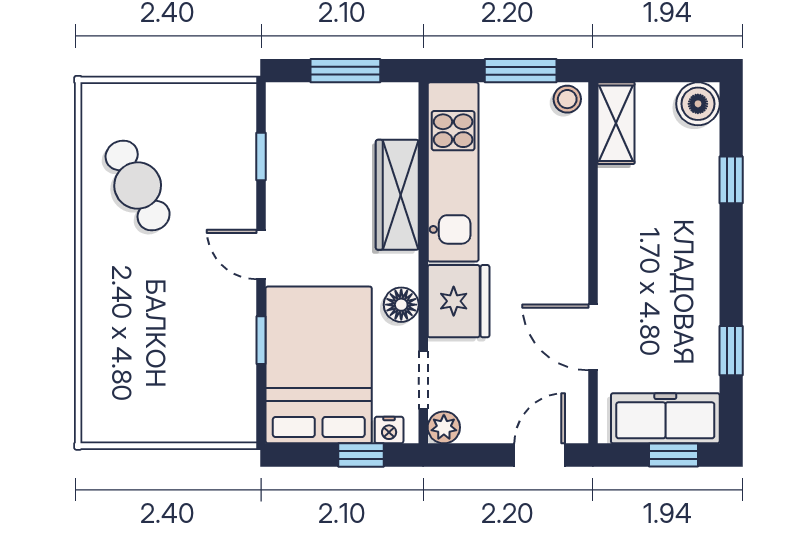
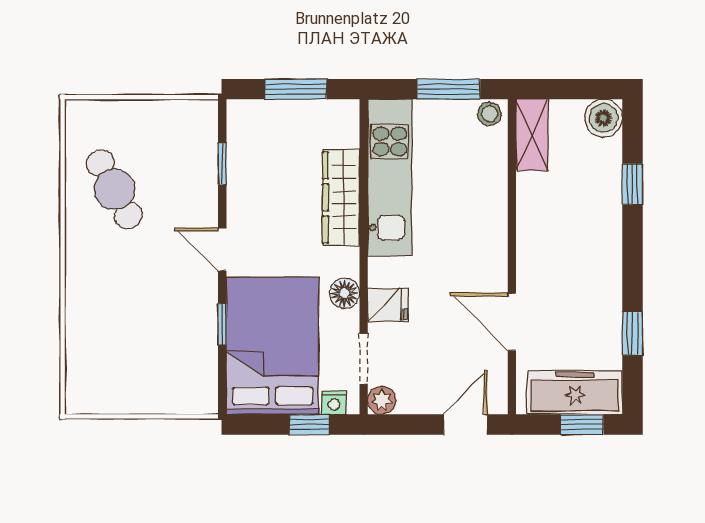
fridge: (459, 301) -> (388, 305), width x0.53, depth x0.75

